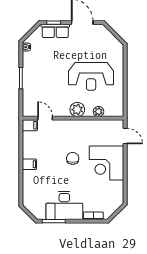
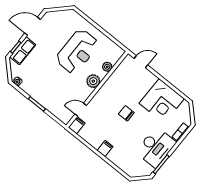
corner desk: (106, 163) -> (162, 101), moved

